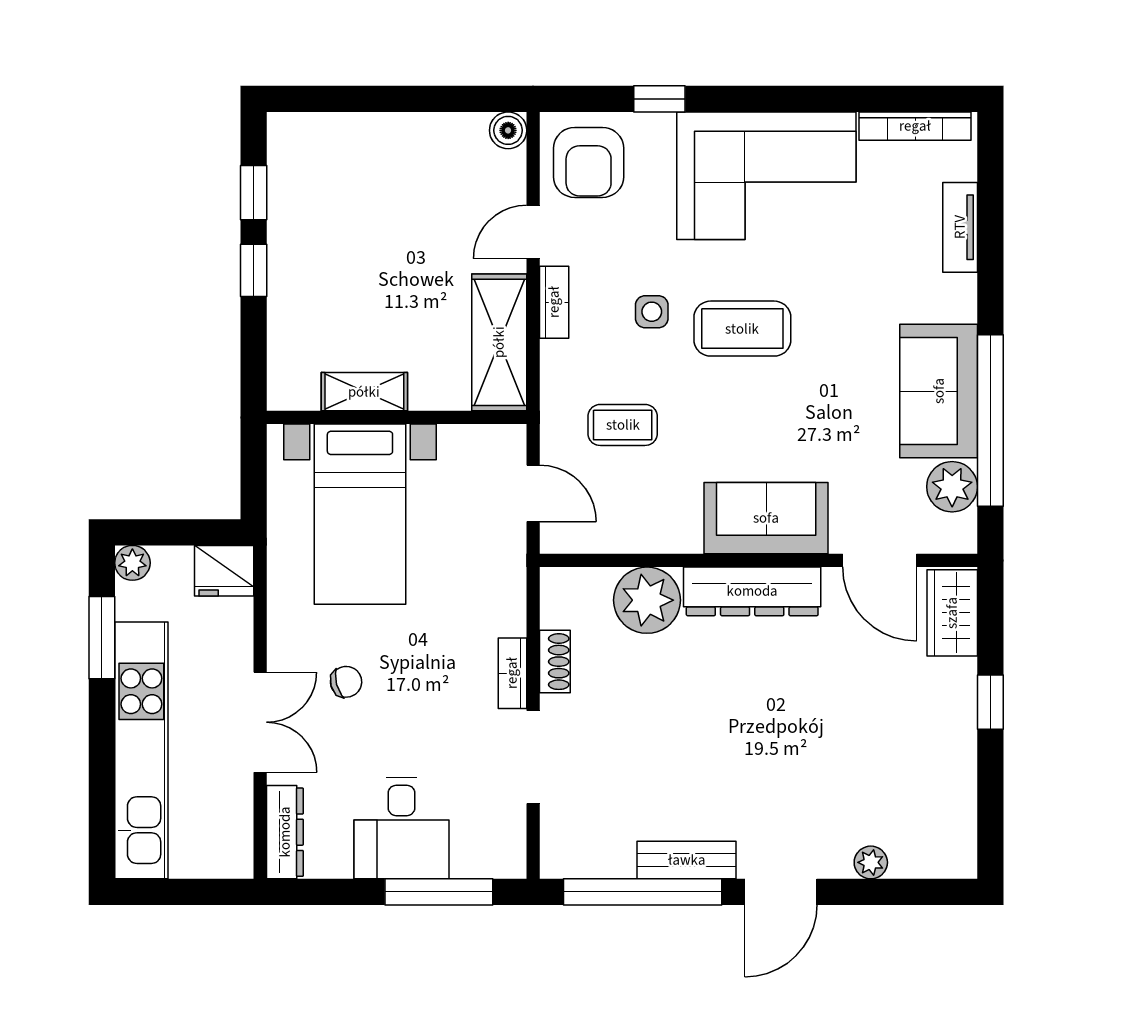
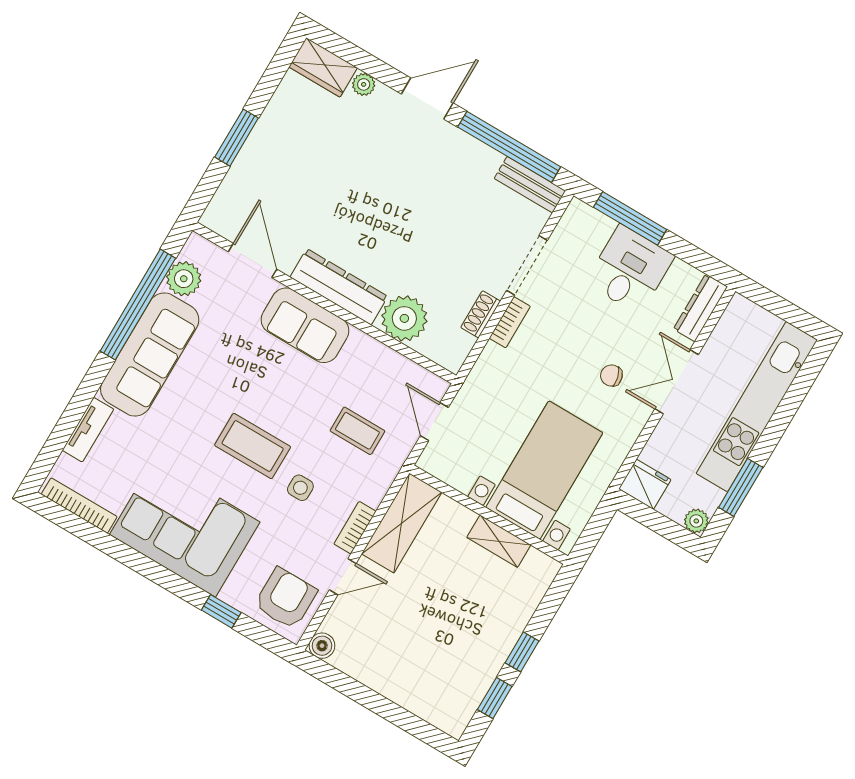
sofa: (939, 391) -> (150, 354), width x1.36
wardrobe: (952, 613) -> (323, 67), moved, turned 90
window: (990, 702) -> (237, 138), width x1.50
bench: (687, 860) -> (530, 185), moved

